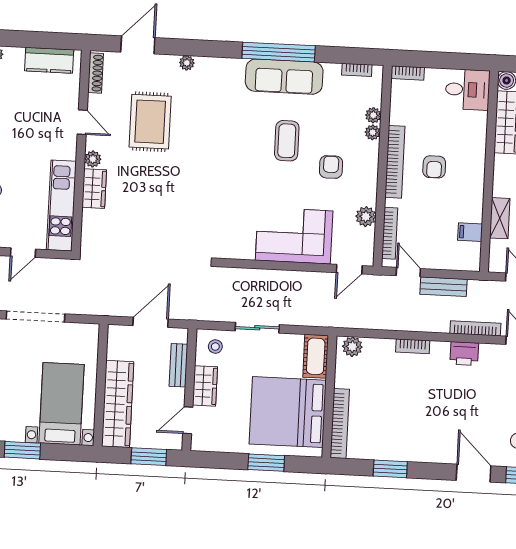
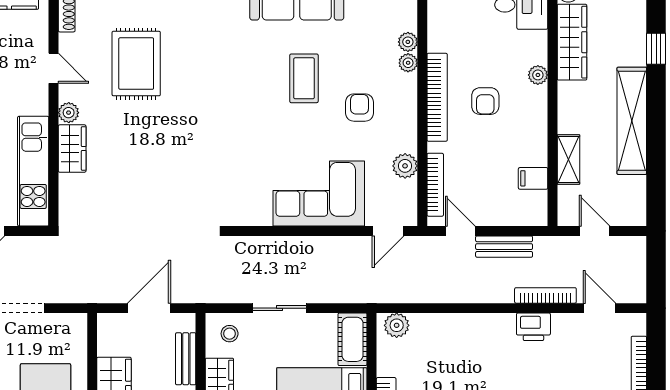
plant: (478, 148) -> (538, 75), added
bookcase: (413, 346) -> (470, 321), removed

